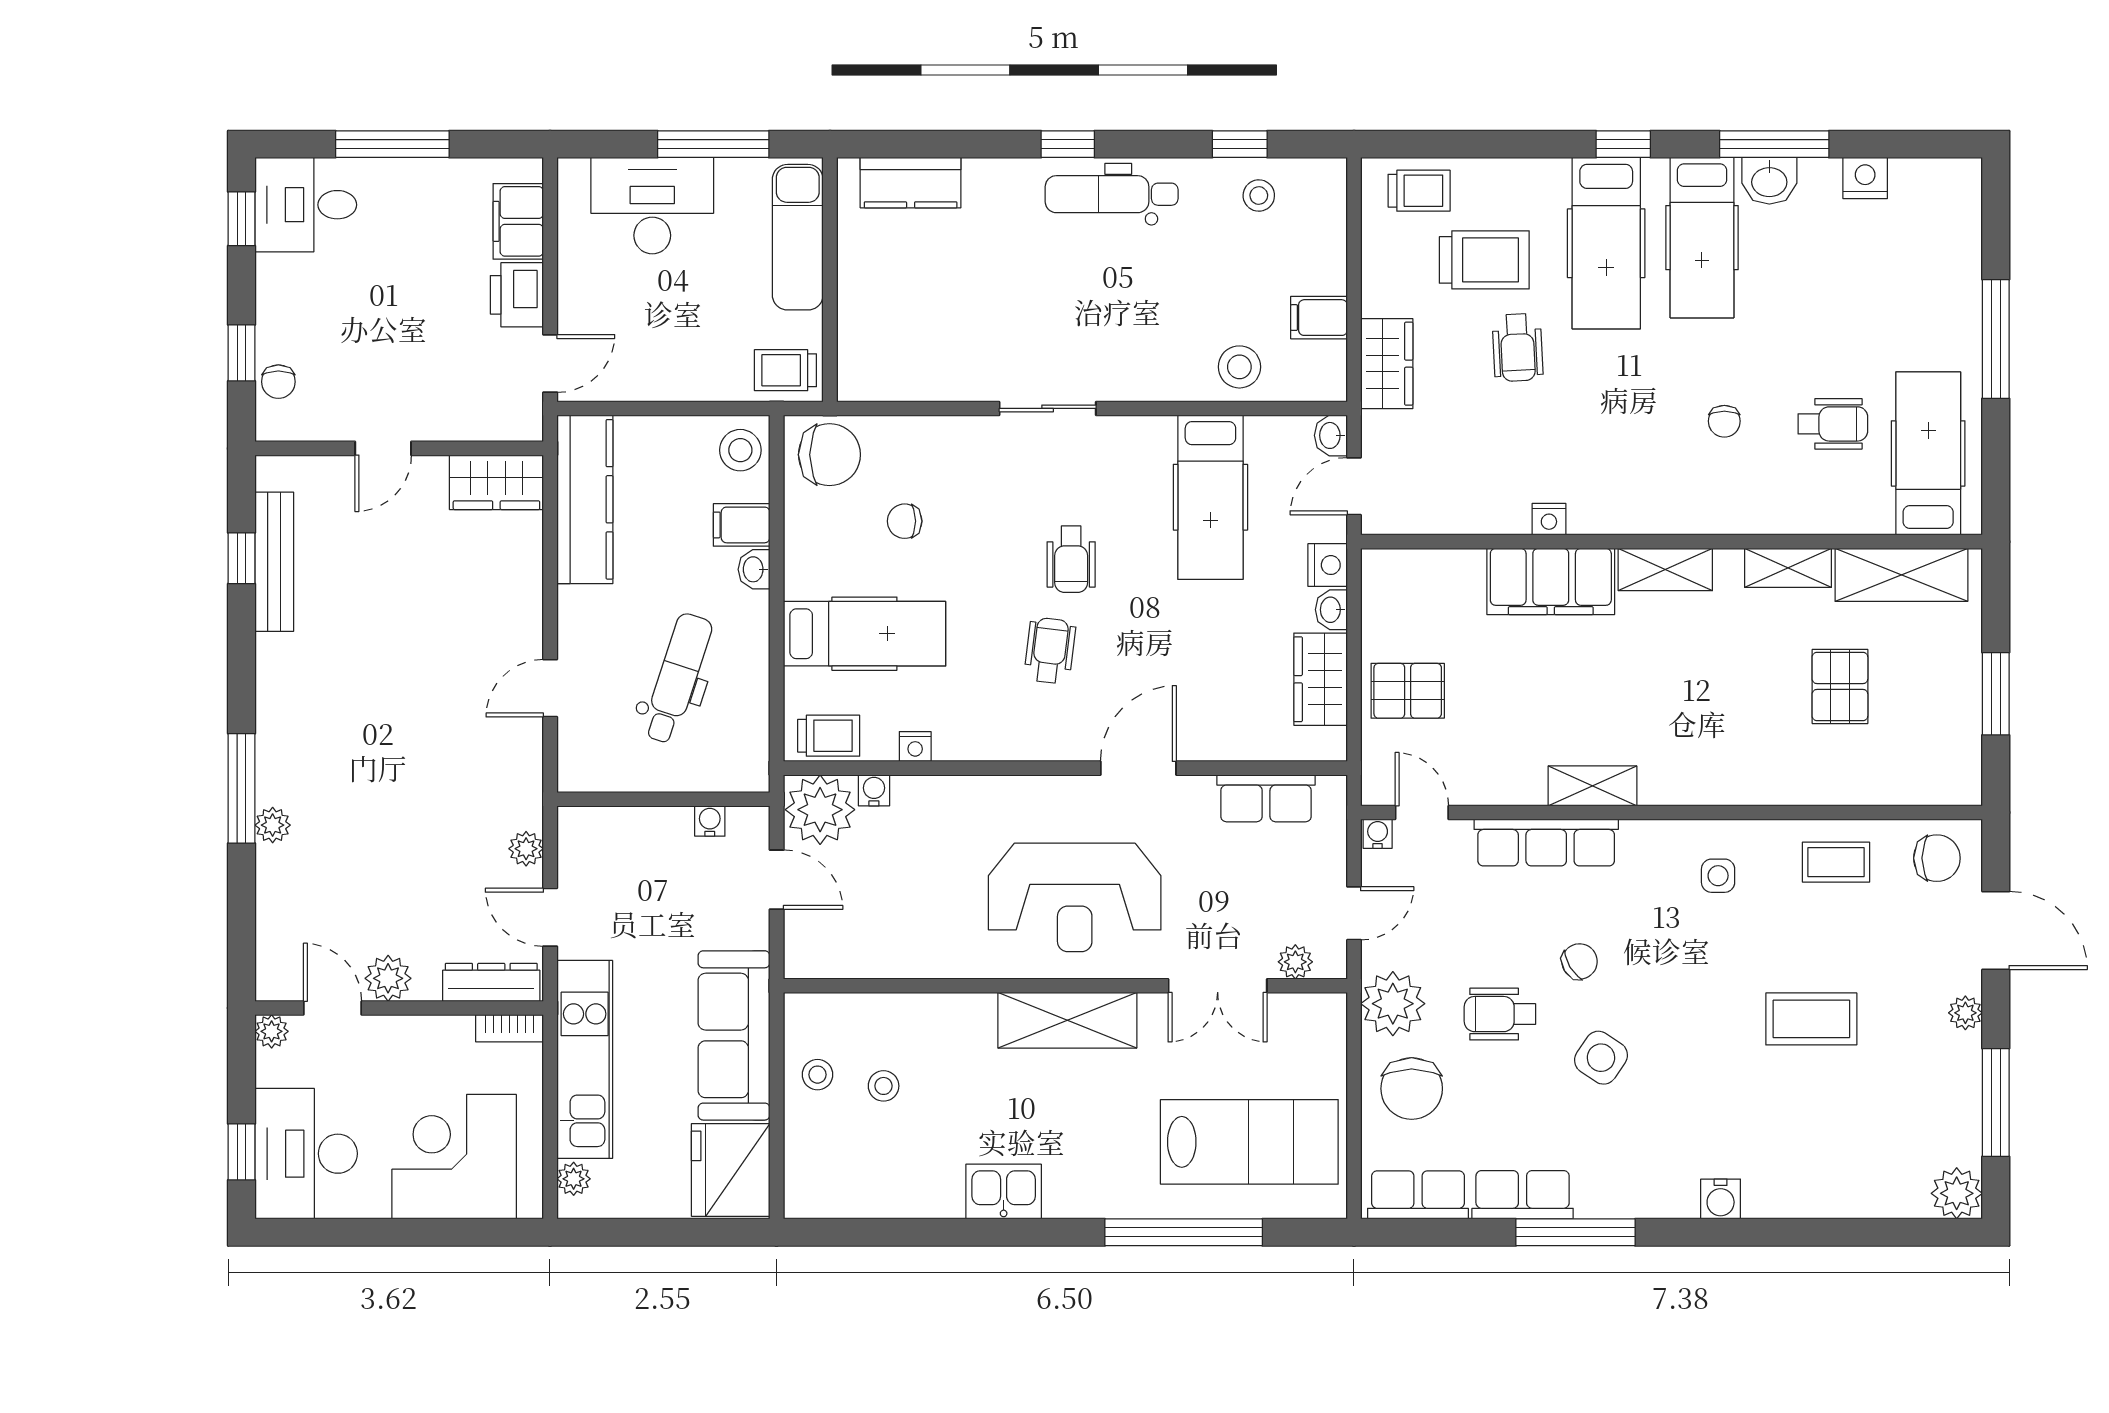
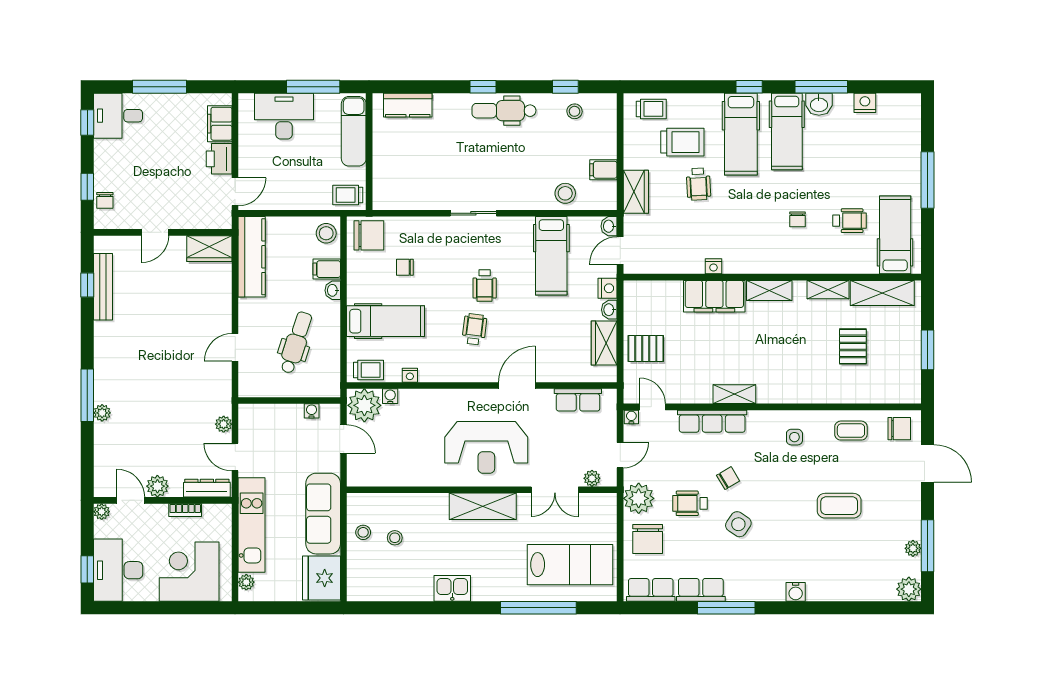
plant: (1965, 1013) -> (913, 548), moved
bookcase: (510, 1028) -> (185, 510), moved

